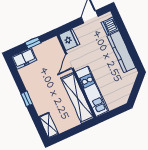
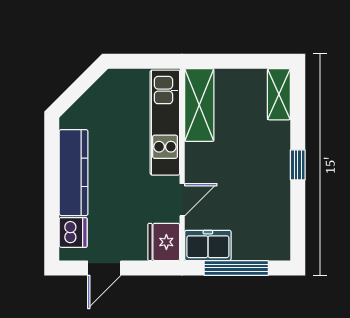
window: (33, 43) -> (236, 268), width x2.17
freezer: (24, 58) -> (208, 245), moved
shelving: (77, 98) -> (199, 105), width x0.68

